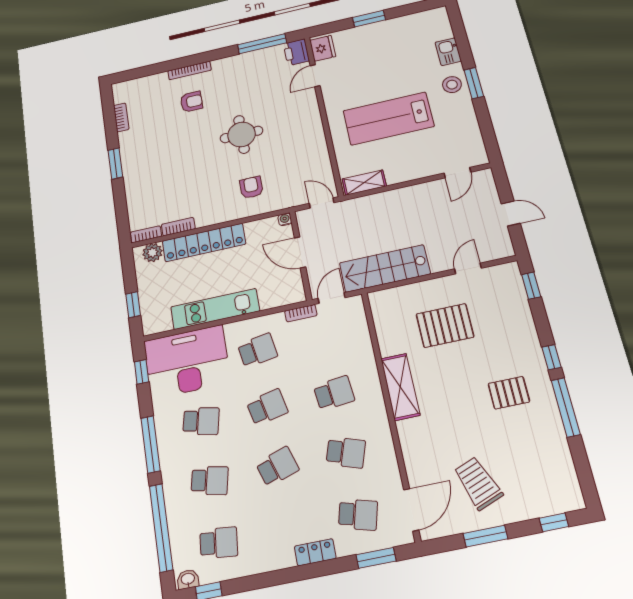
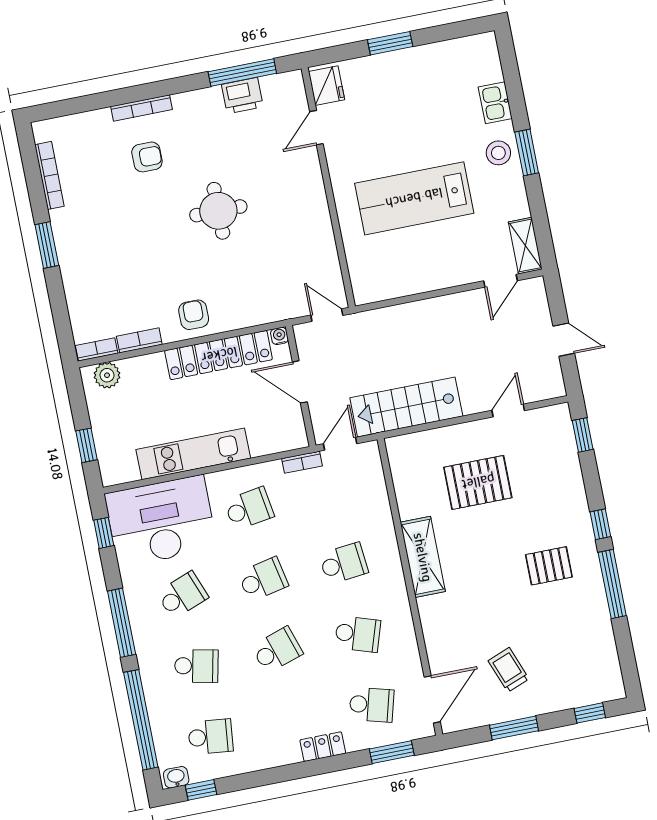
printer: (296, 52) -> (242, 96), moved, turned -90
bookcase: (121, 117) -> (49, 175), width x1.56
shelving: (364, 183) -> (525, 246), moved, turned 90
armchair: (251, 187) -> (194, 315), moved
locker: (204, 242) -> (219, 355), moved
school desk: (201, 421) -> (182, 595), turned -33
trolley: (478, 483) -> (509, 670), width x0.73, depth x0.72

